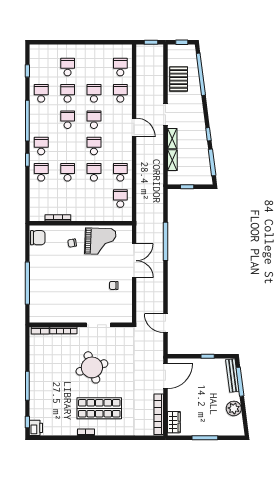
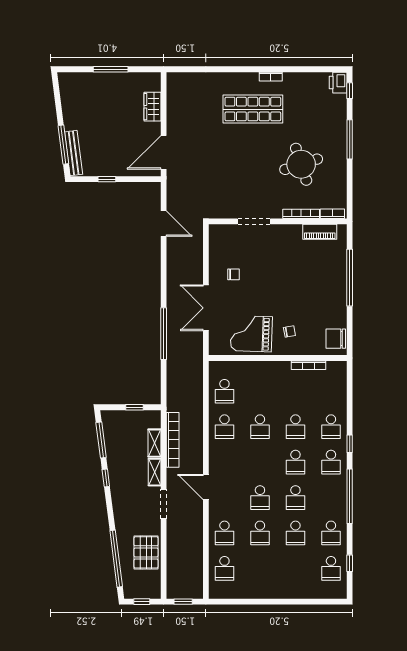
school desk: (68, 67) -> (331, 568), moved
school desk: (94, 146) -> (295, 462), moved
piano: (50, 317) -> (320, 232), added
round table: (92, 367) -> (301, 164), moved
plant: (234, 408) -> (72, 109), removed
bookcase: (159, 414) -> (173, 440), moved
wardrobe: (174, 422) -> (152, 107), moved

